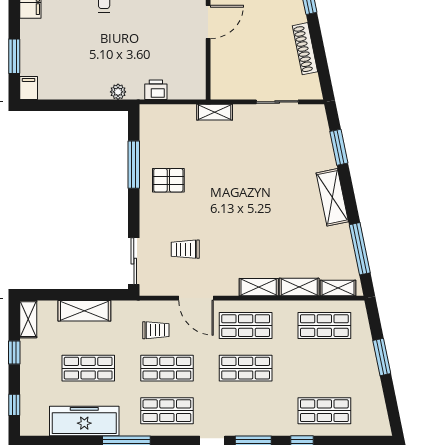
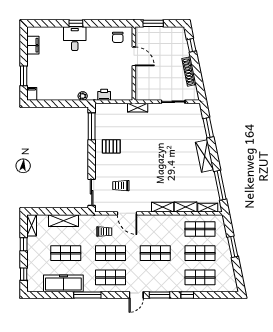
door: (208, 22) -> (134, 56), hinge flipped
window: (134, 165) -> (92, 126), moved
shop shelf: (246, 326) -> (200, 253), moved

